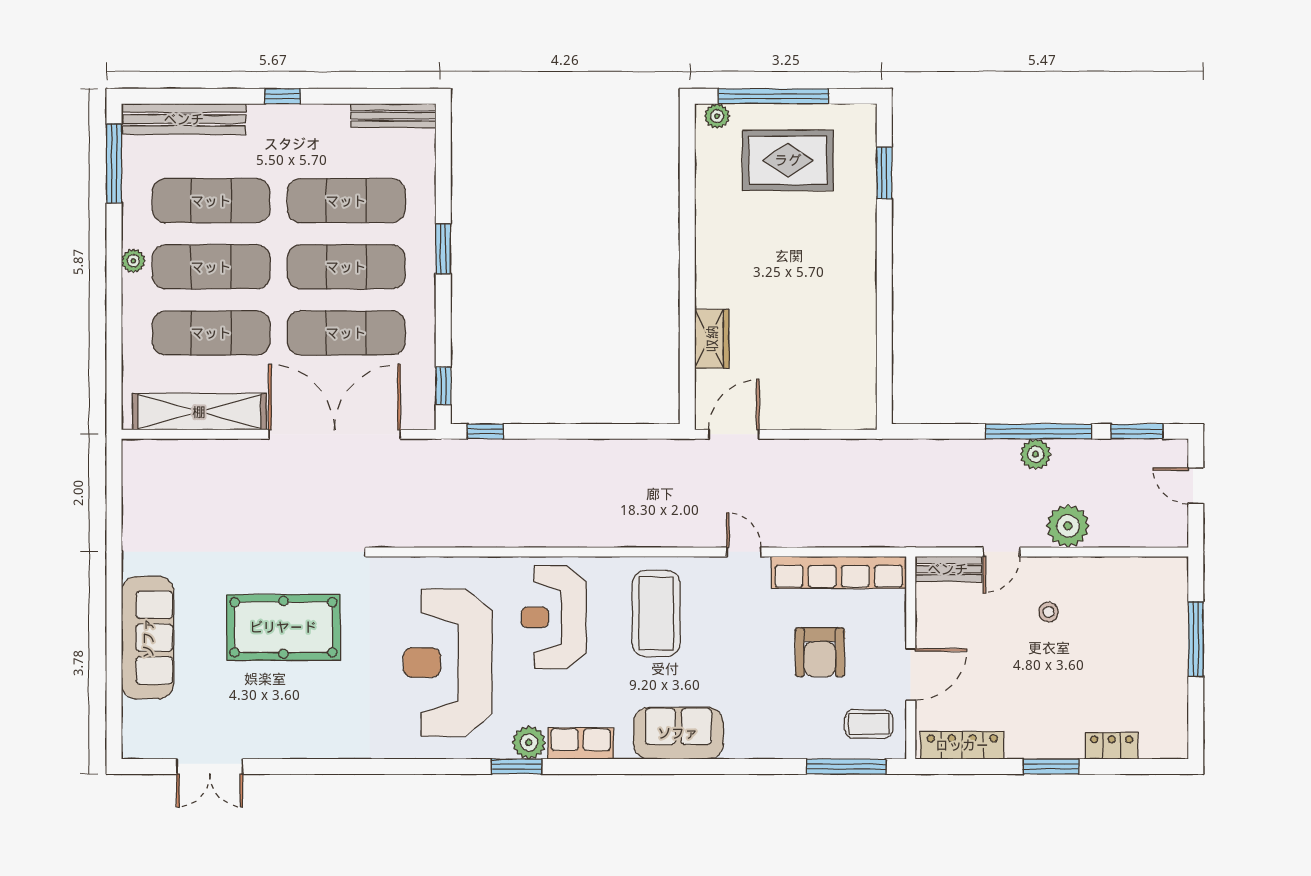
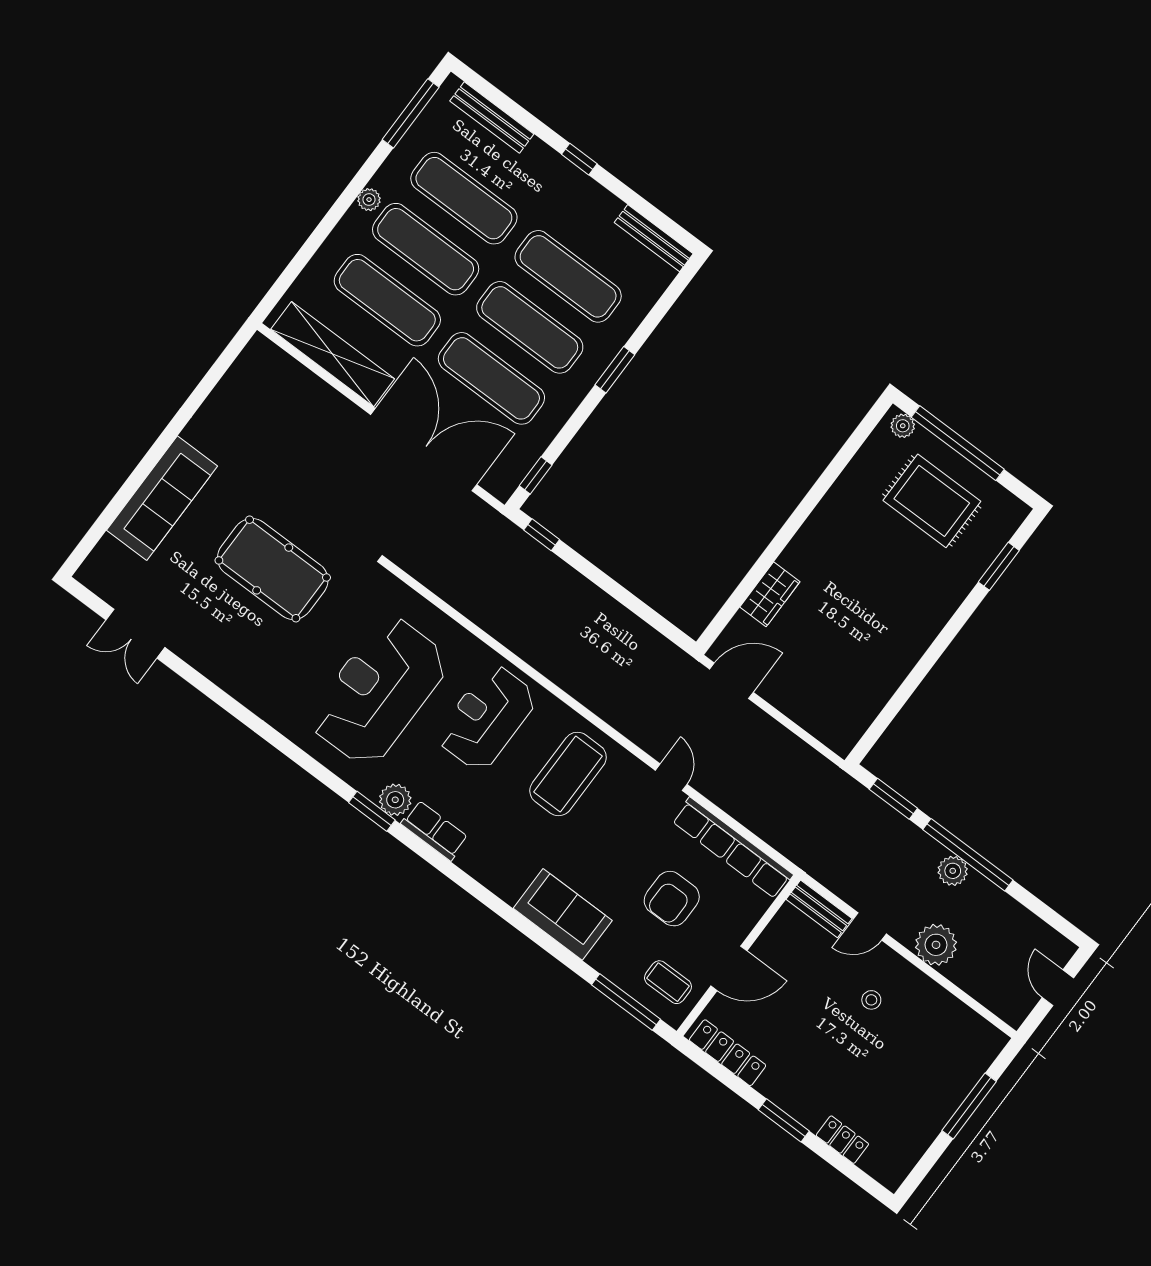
bench: (184, 119) -> (492, 118), width x0.73, depth x0.82
window: (1137, 431) -> (893, 799), moved
sofa: (678, 733) -> (563, 914), moved

